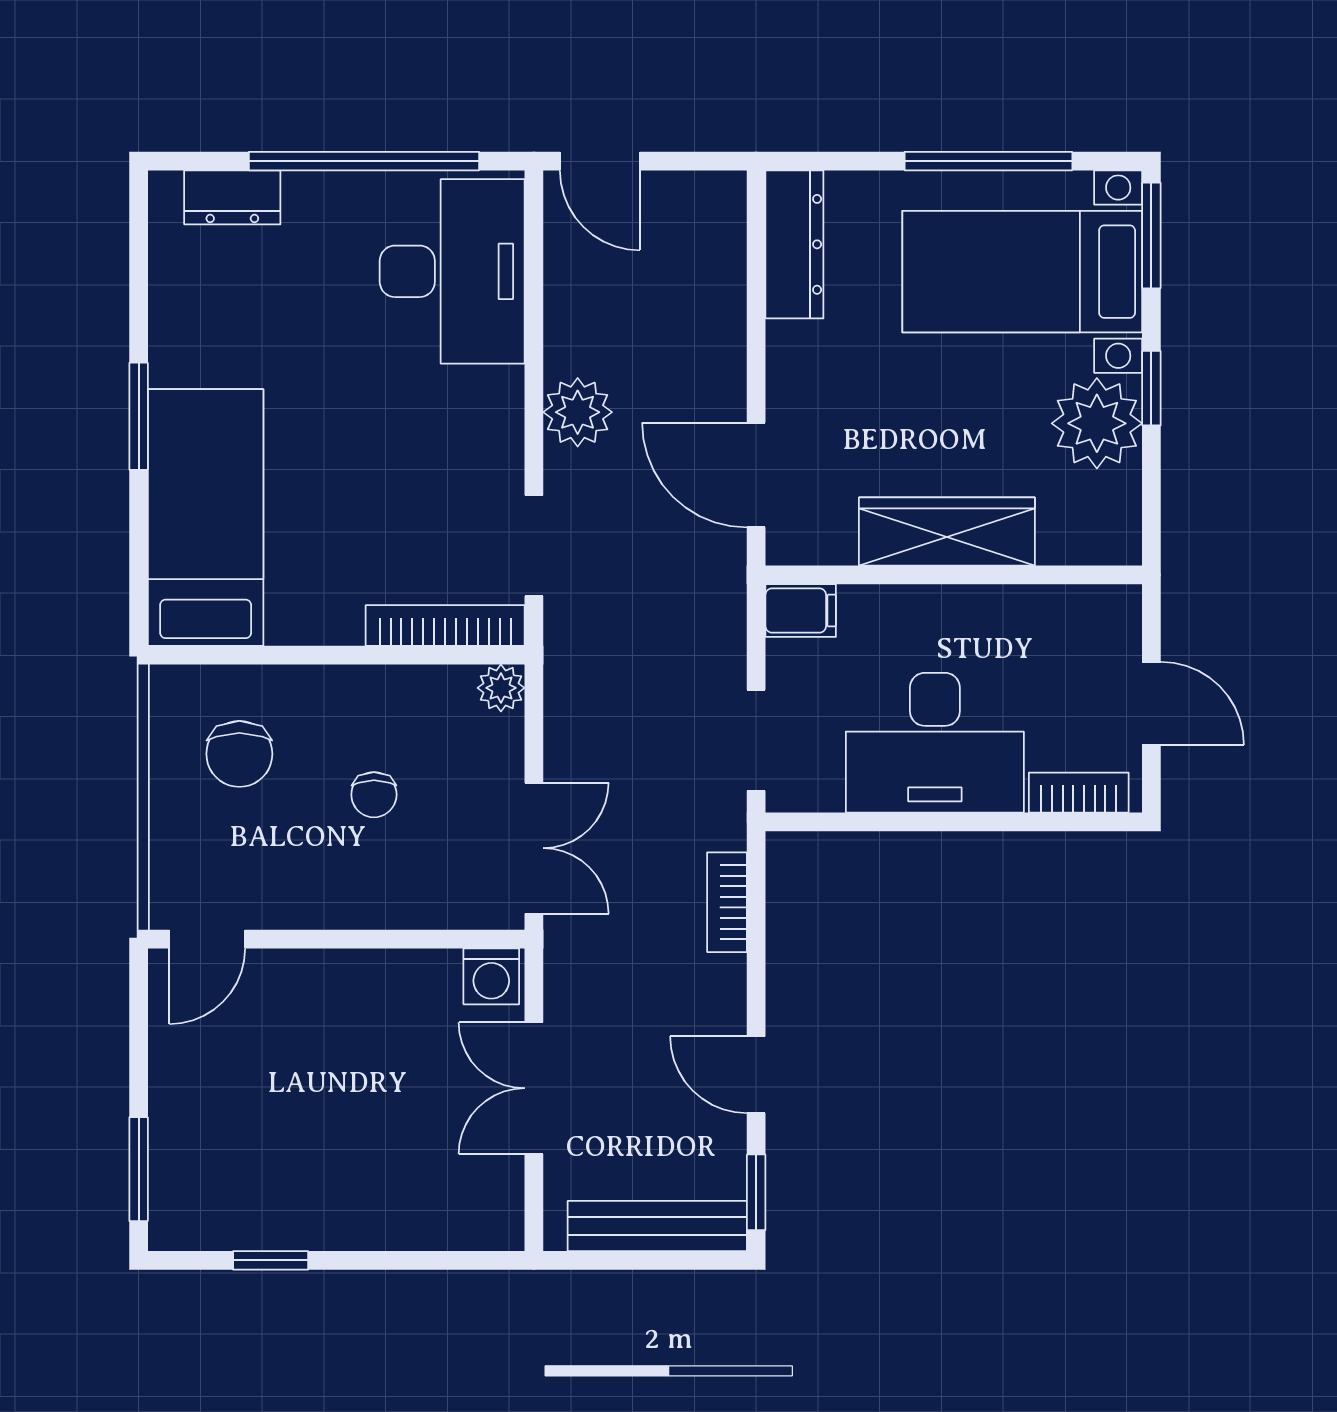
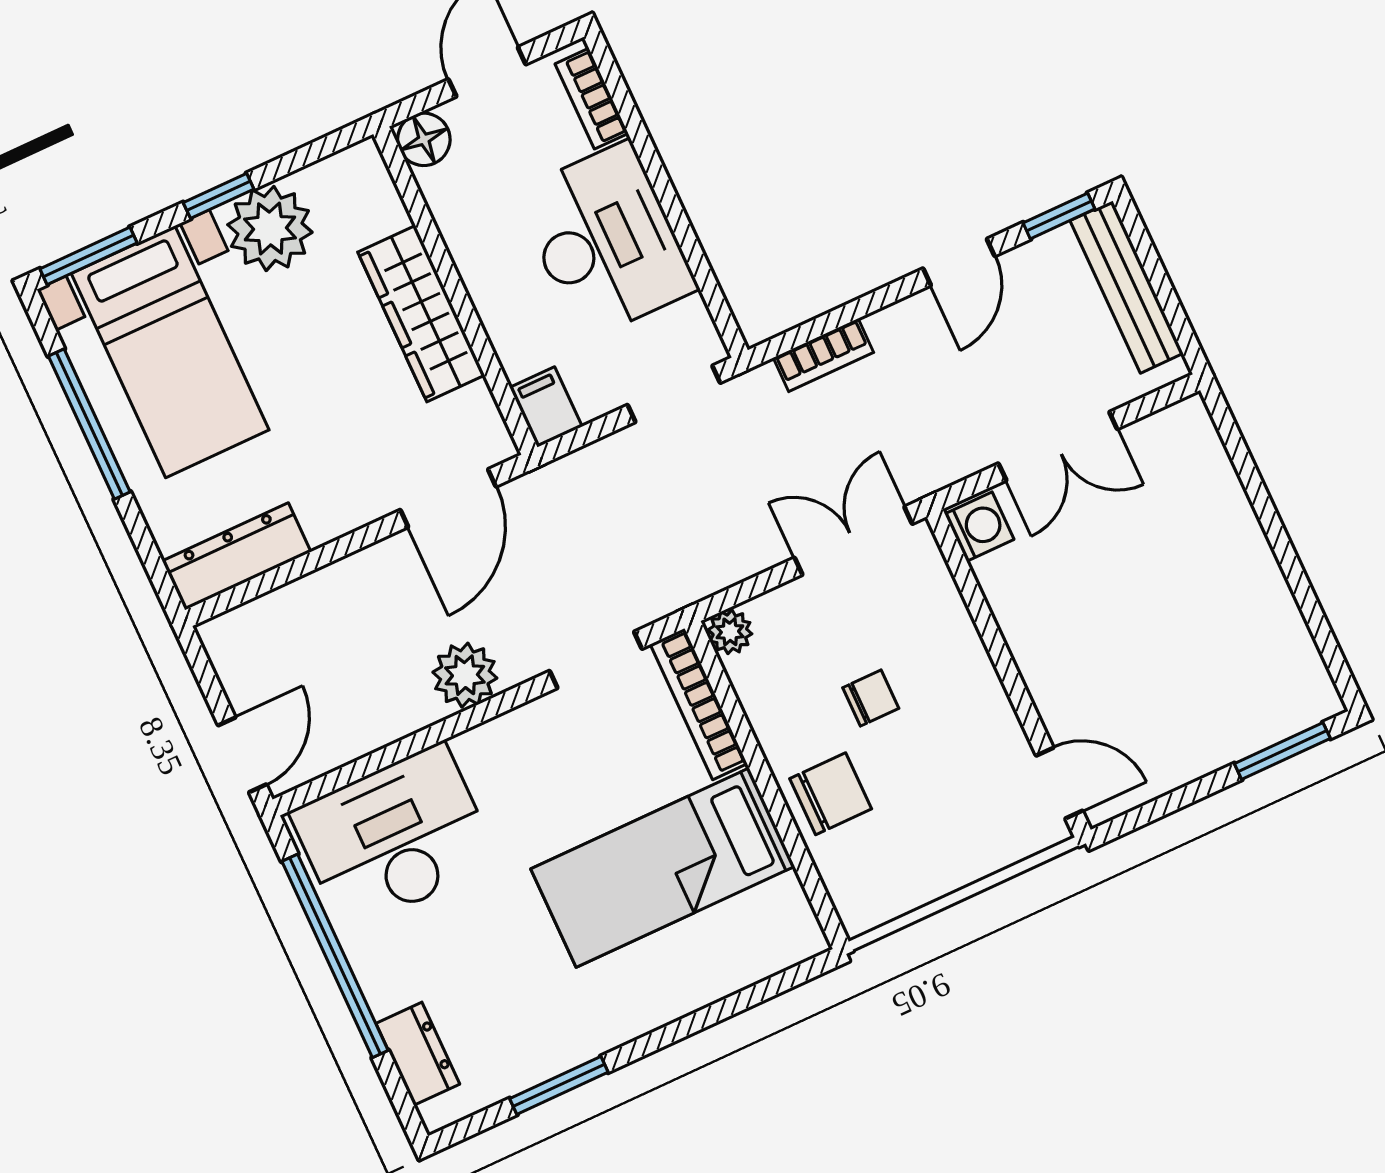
window: (139, 416) -> (559, 1085), moved
bed: (206, 518) -> (663, 868), moved
floor lamp: (1114, 612) -> (424, 139), added
chair: (239, 754) -> (831, 794), moved
window: (271, 1260) -> (1308, 603), removed

